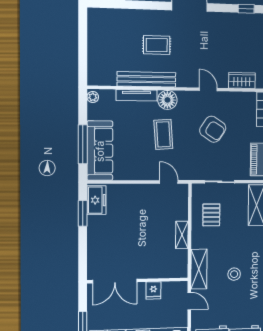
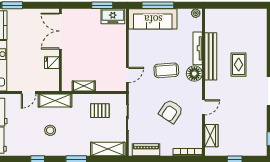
double door: (115, 281) -> (60, 31), moved
wall: (138, 281) -> (60, 50), moved
fridge: (153, 290) -> (52, 63), moved

